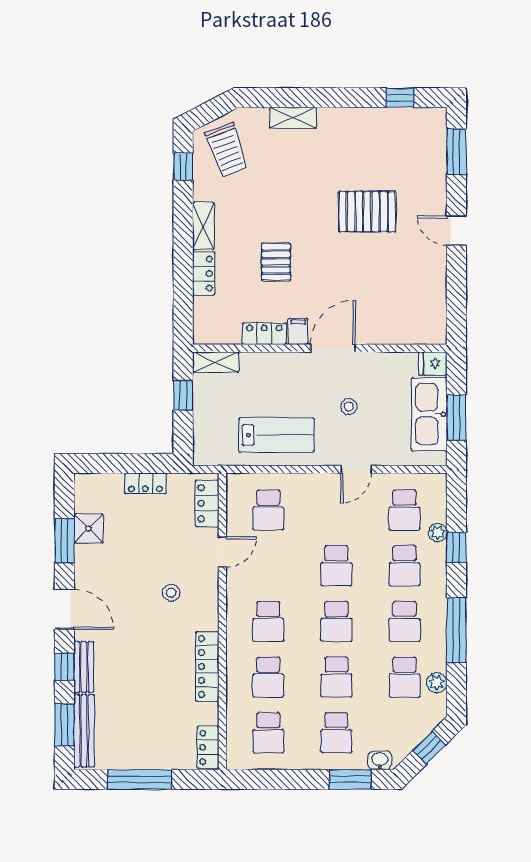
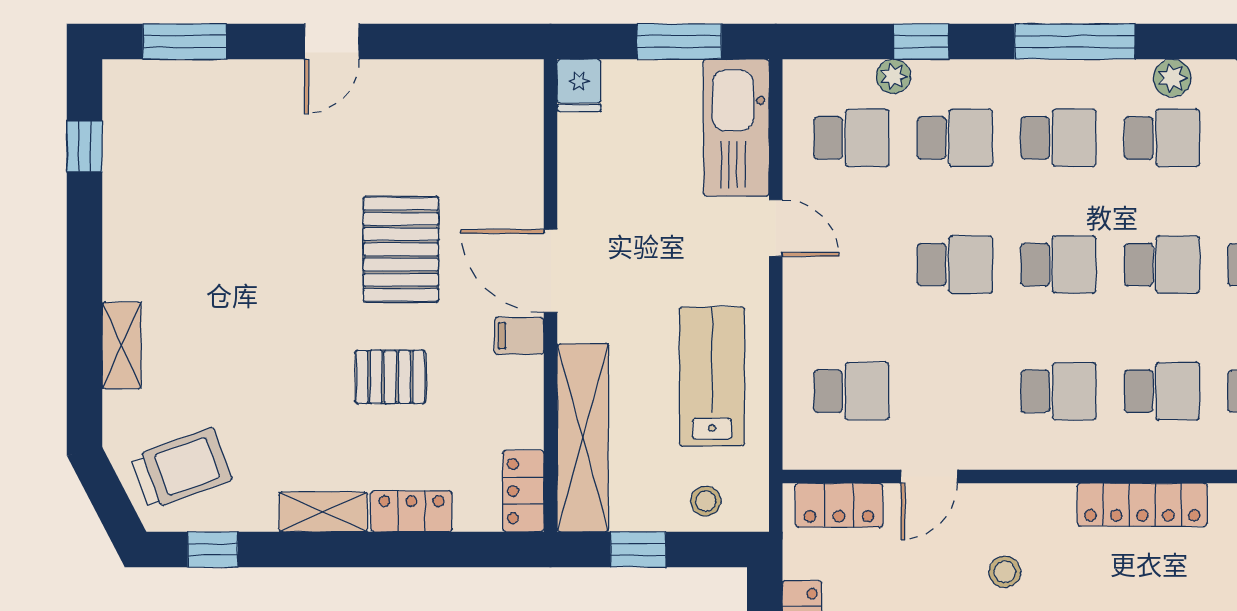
pallet: (367, 212) -> (401, 249), moved
locker: (264, 334) -> (523, 491), moved
shelving: (216, 362) -> (583, 438), width x2.20, depth x1.33
stool: (349, 407) -> (706, 501), moved
kitchen sink: (429, 414) -> (736, 128), moved, turned 90
door: (222, 552) -> (929, 477), swing flipped

